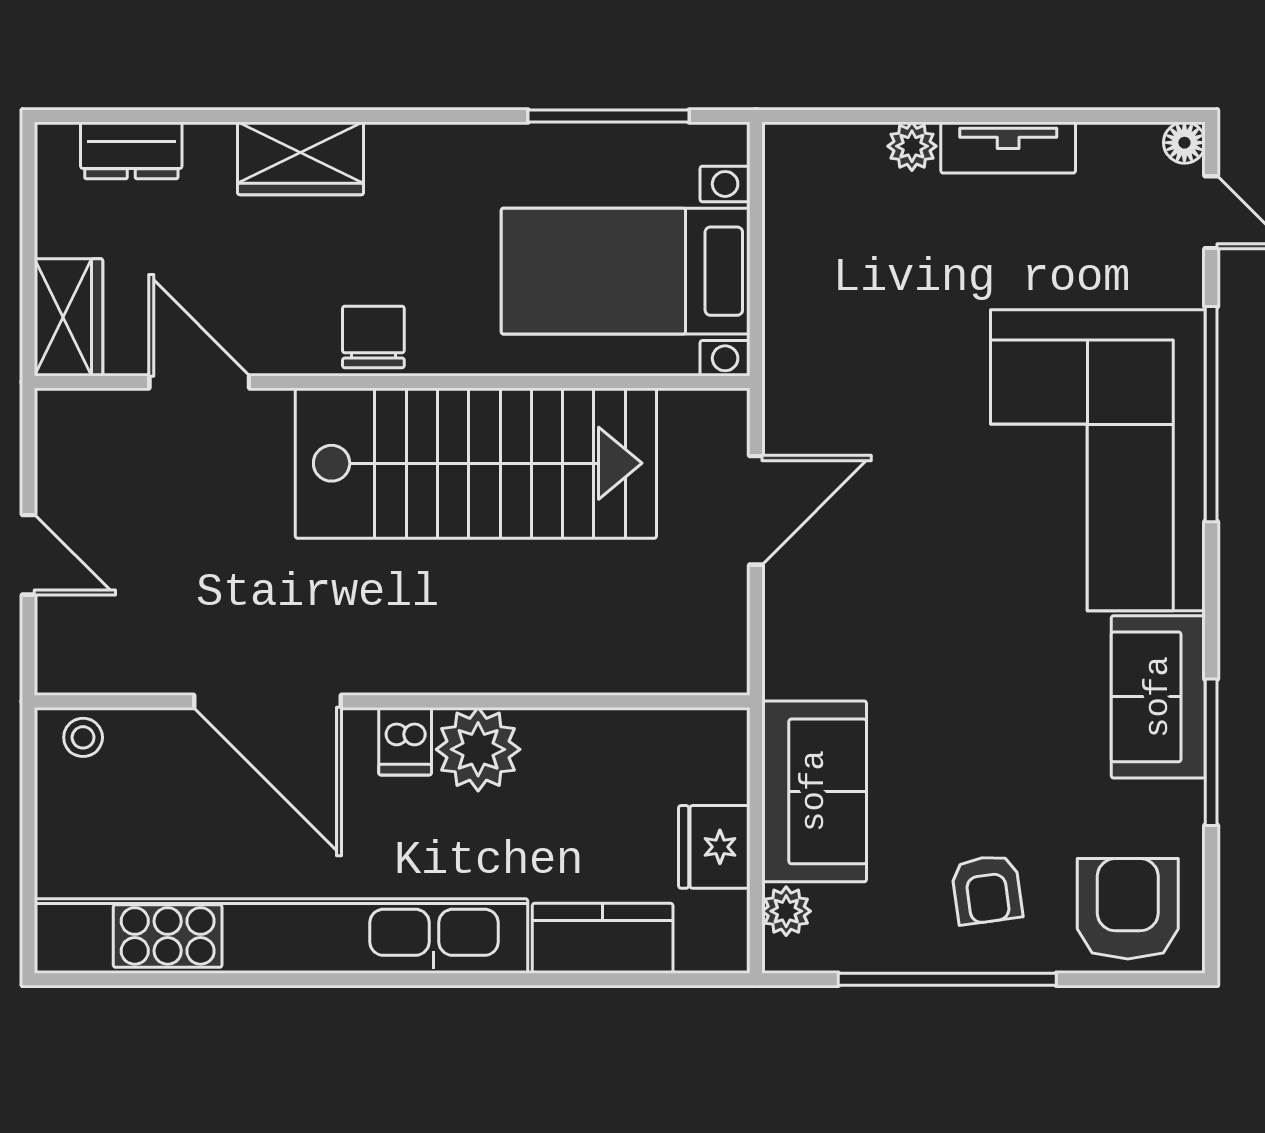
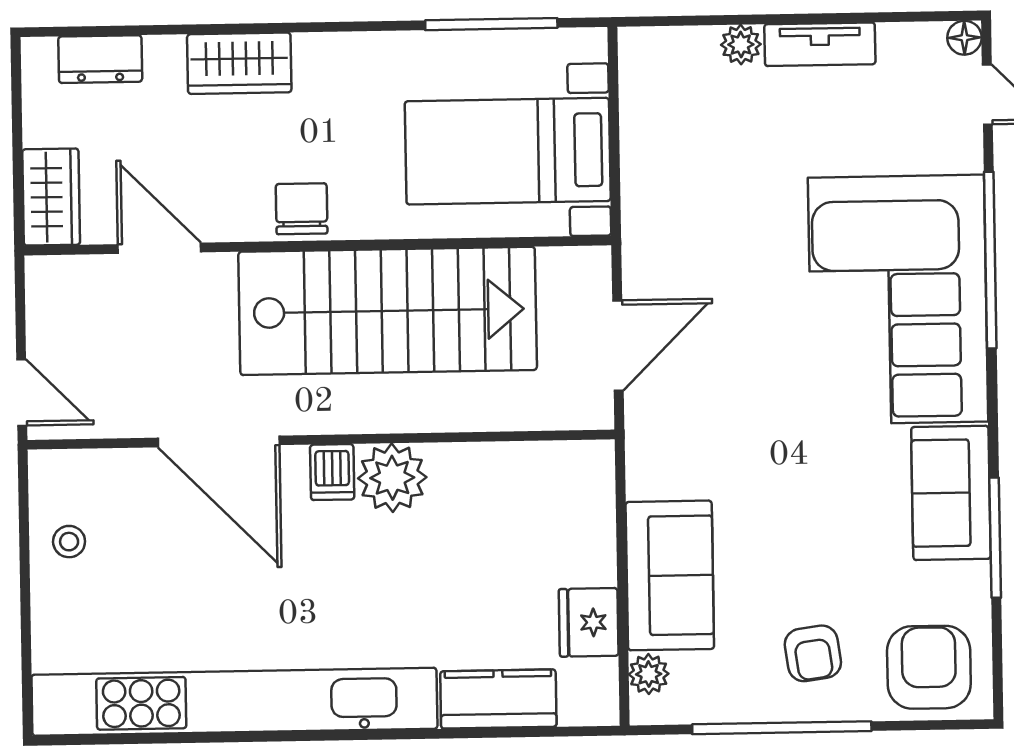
door: (267, 701) -> (219, 441), moved
wall: (392, 701) -> (321, 440), moved
dishwasher: (405, 741) -> (332, 472), moved
plant: (478, 749) -> (392, 478), moved

